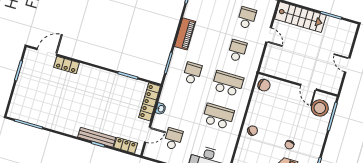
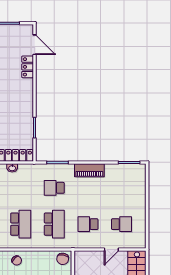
school desk: (237, 51) -> (88, 224), turned 180
school desk: (192, 73) -> (54, 188), turned 180

